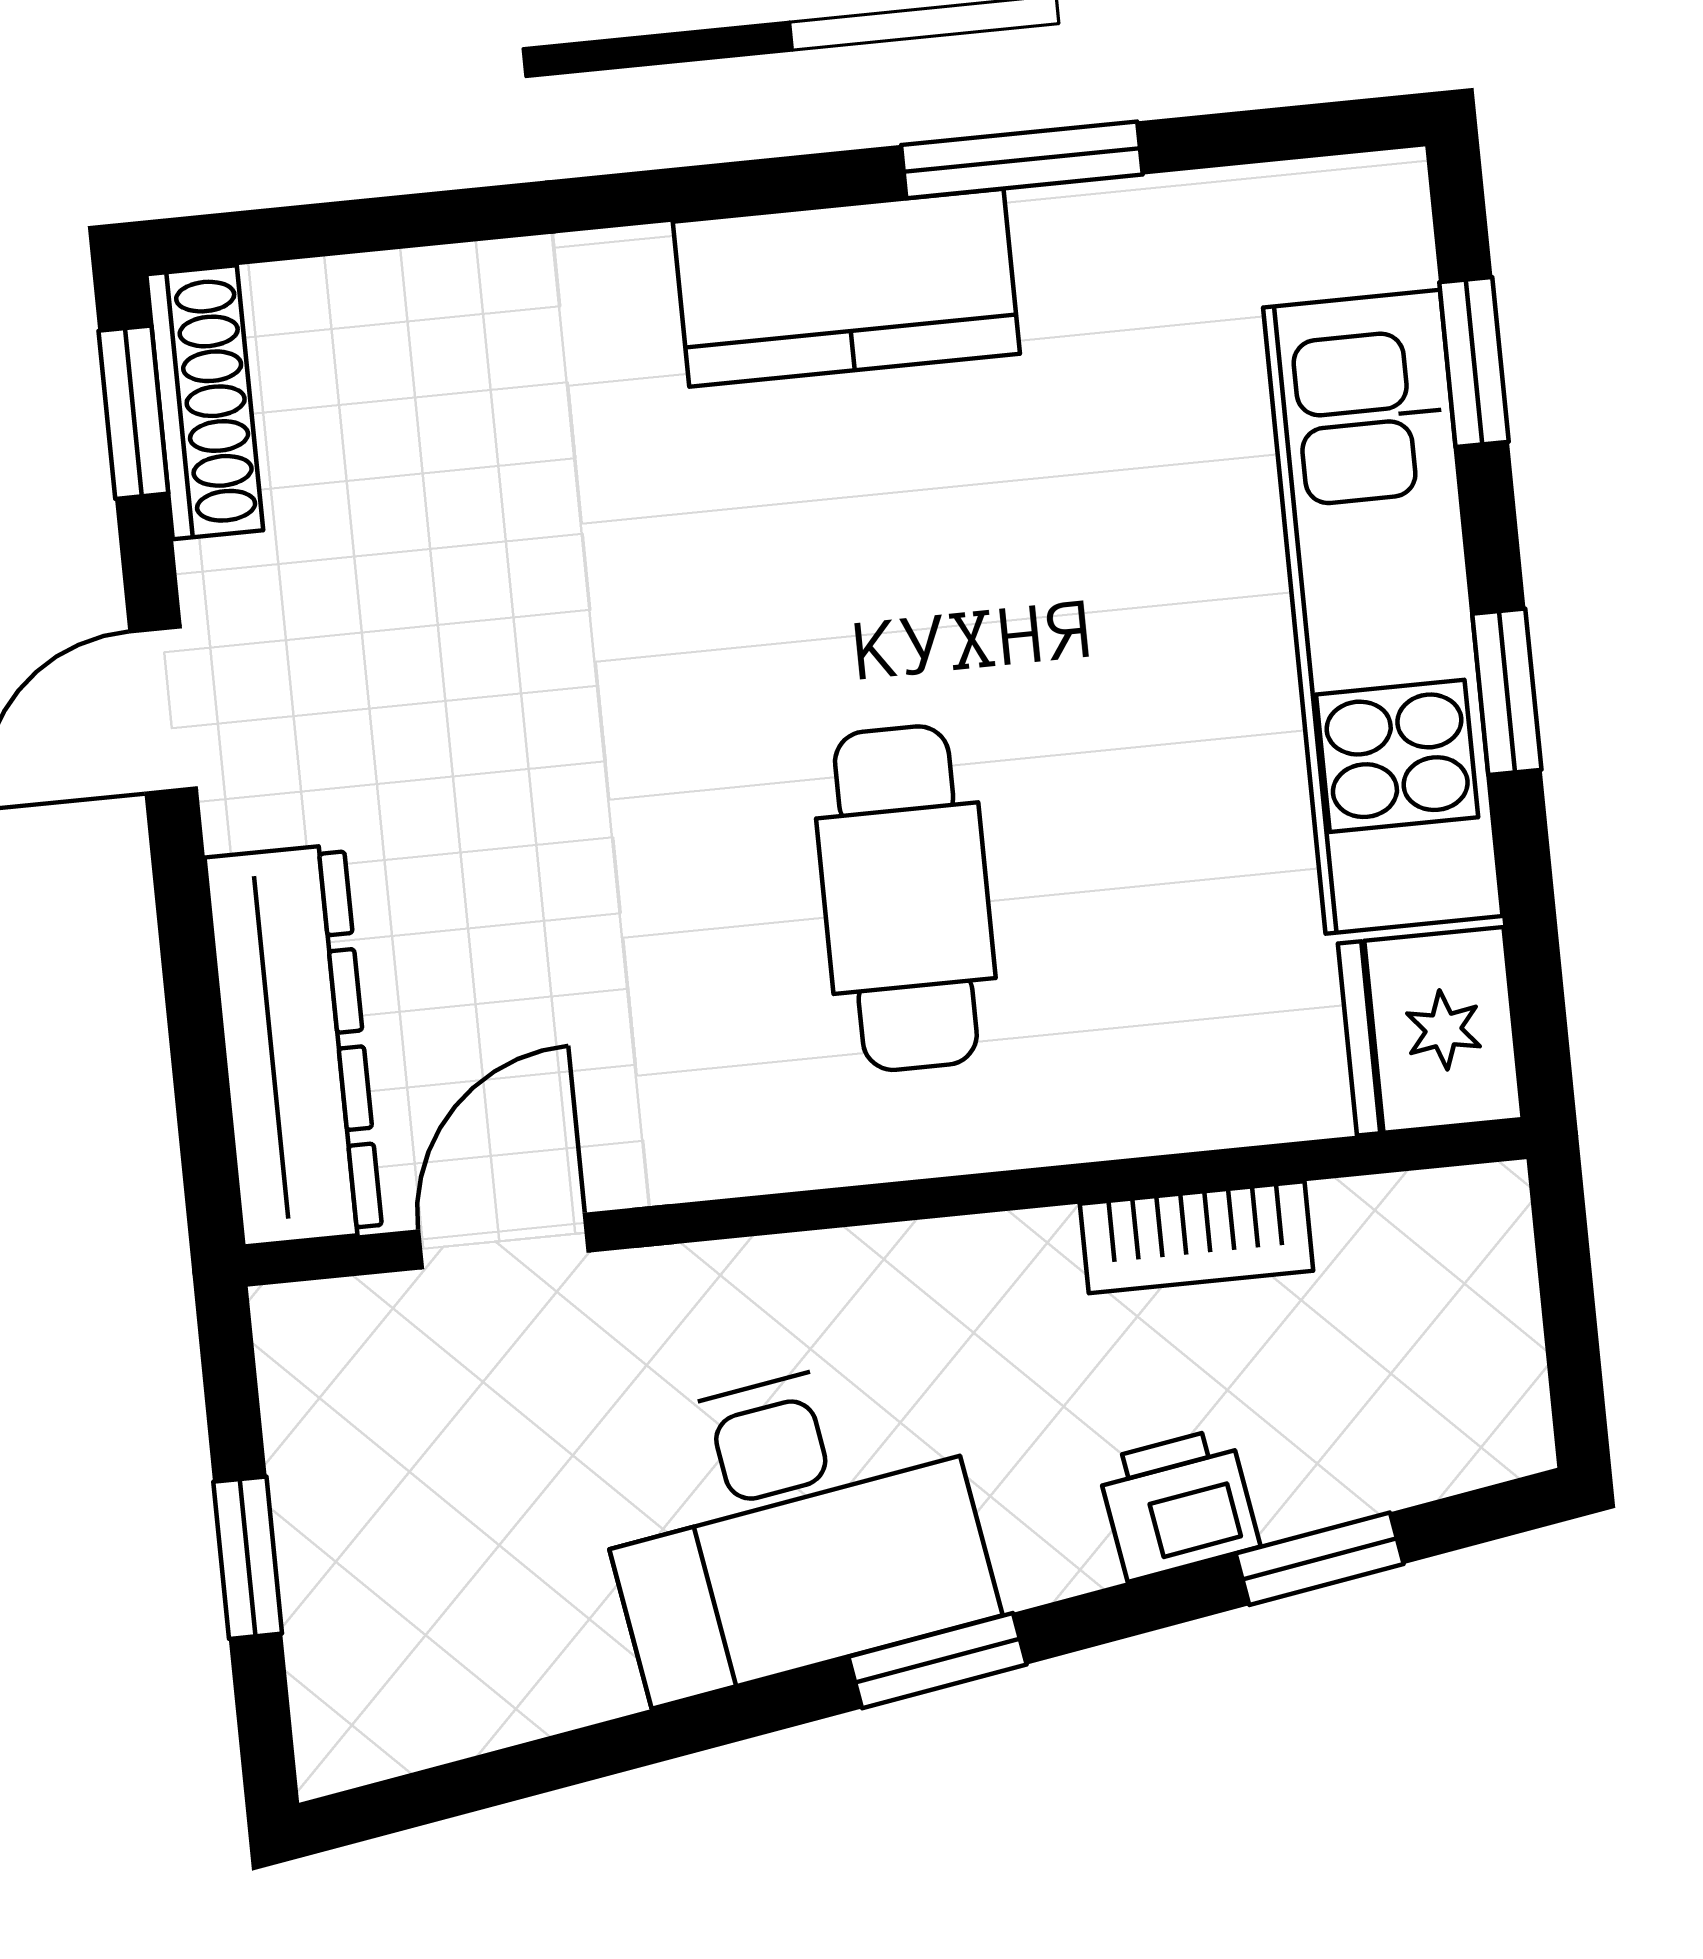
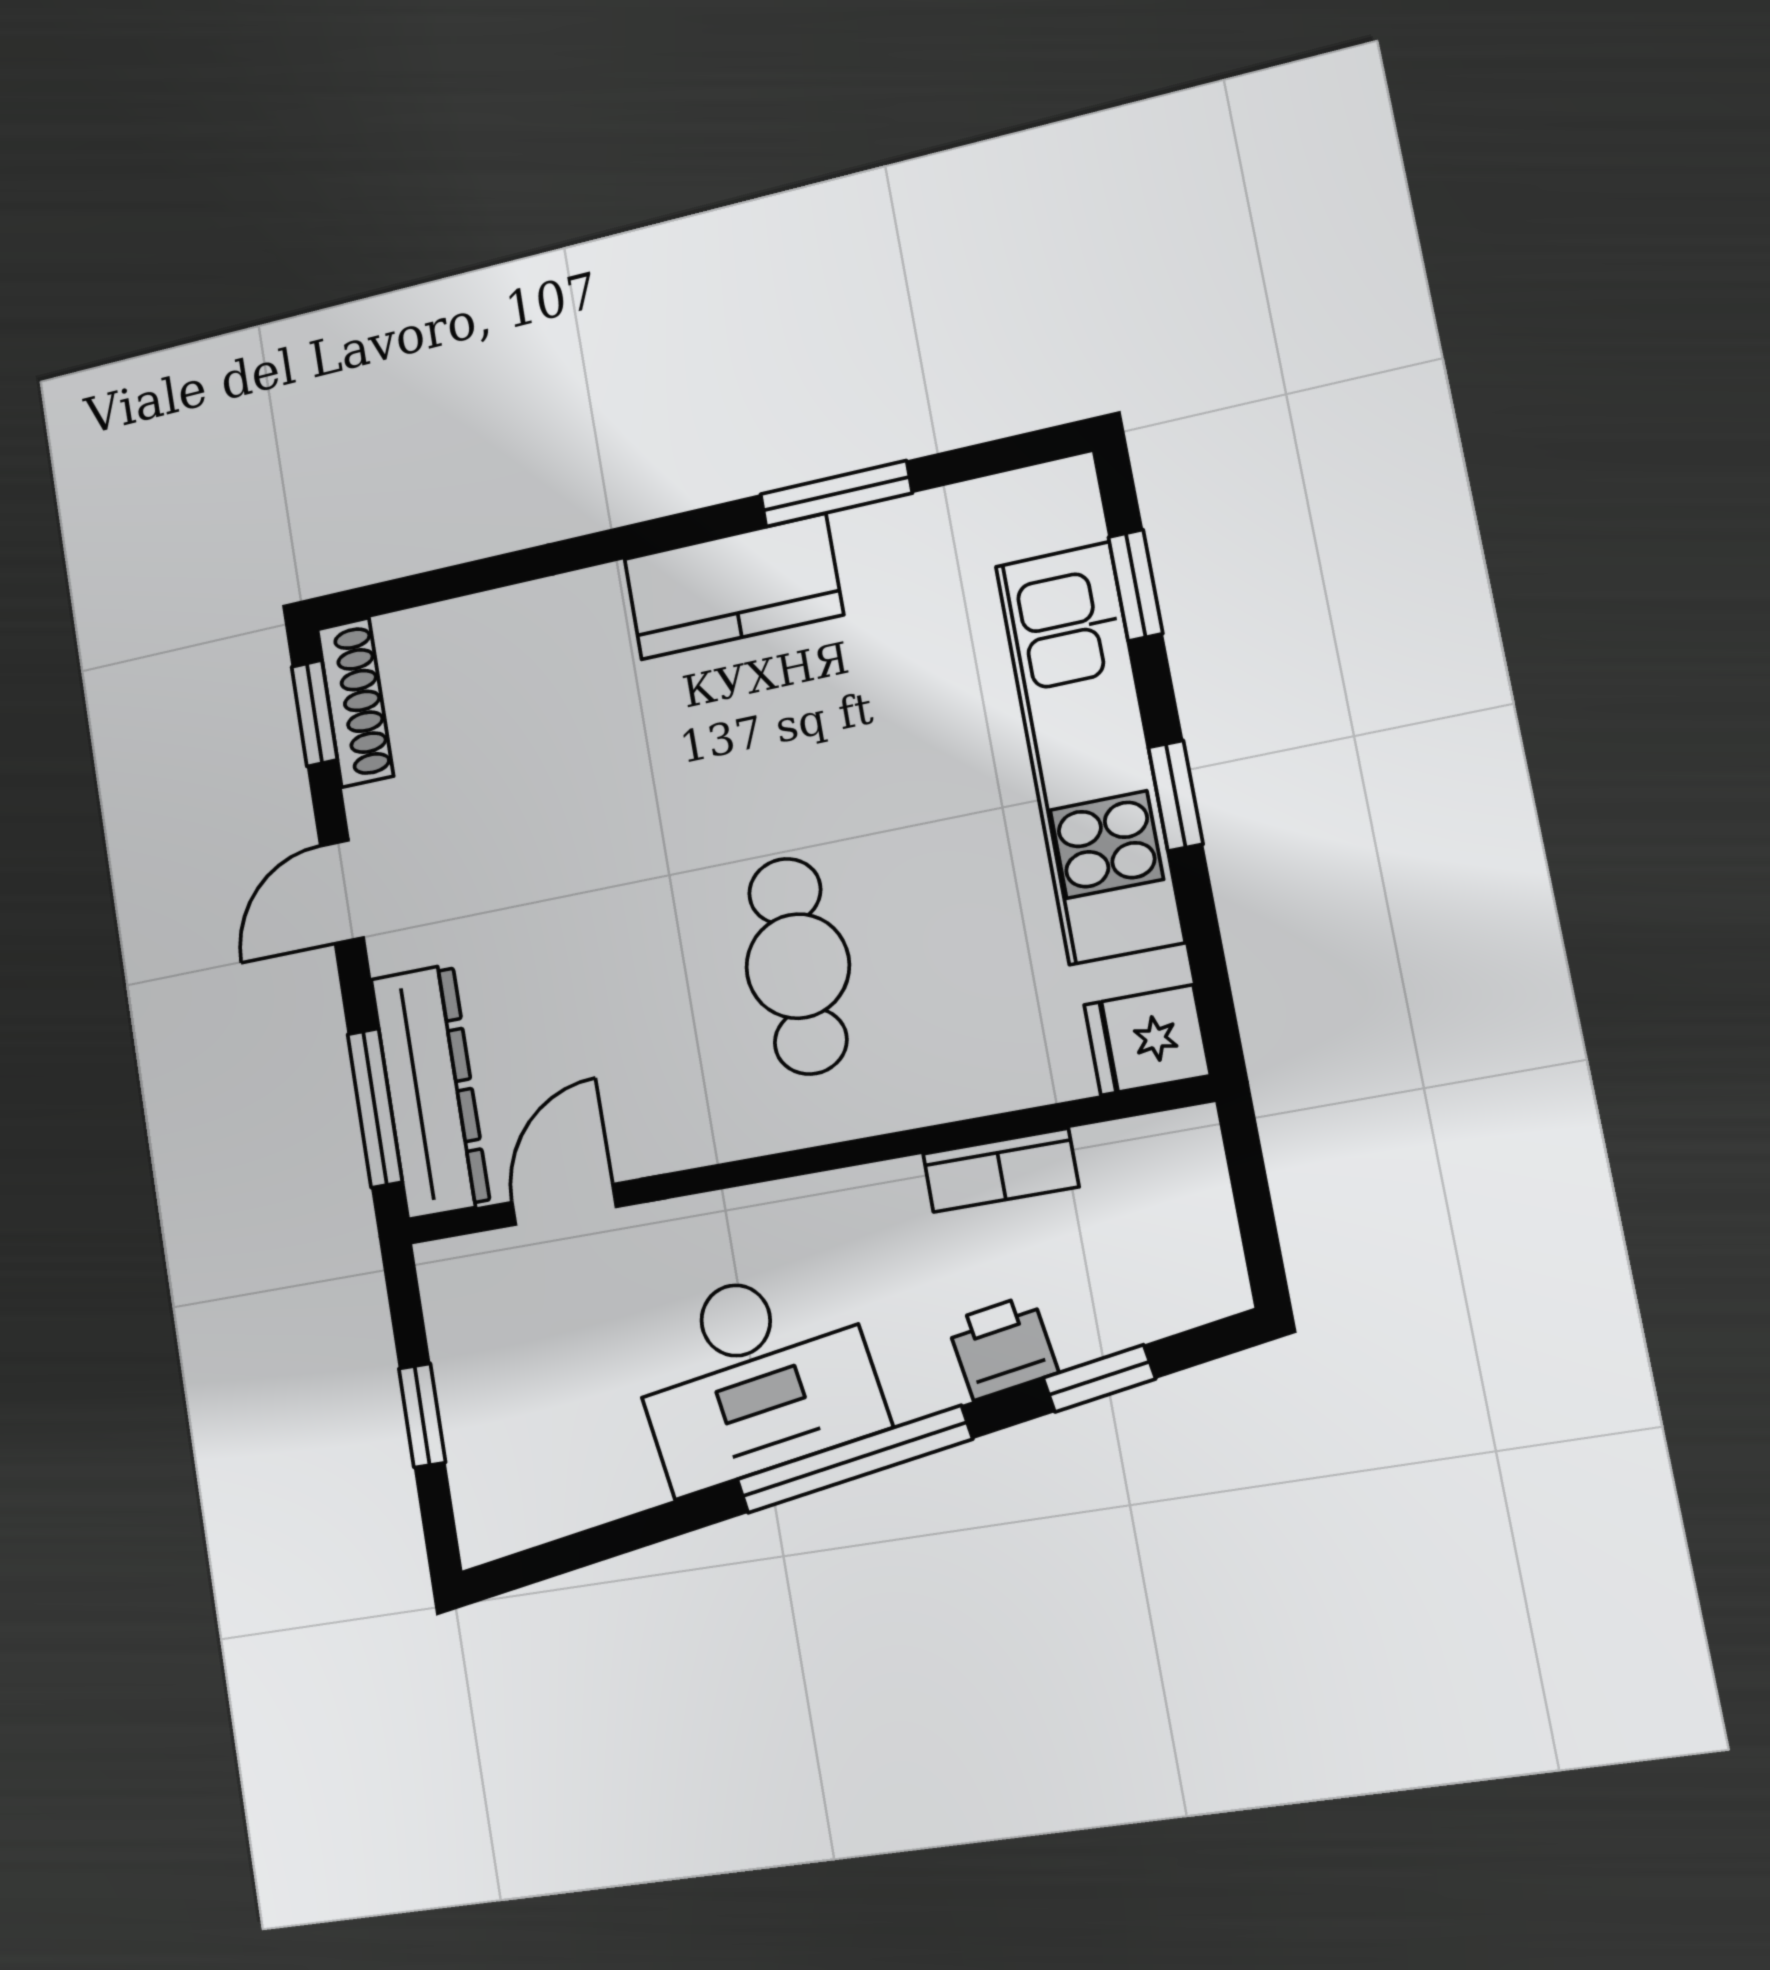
fridge: (1430, 1031) -> (1147, 1040), width x0.72
window: (198, 1065) -> (375, 1108), added
window: (937, 1661) -> (854, 1459), width x2.17

